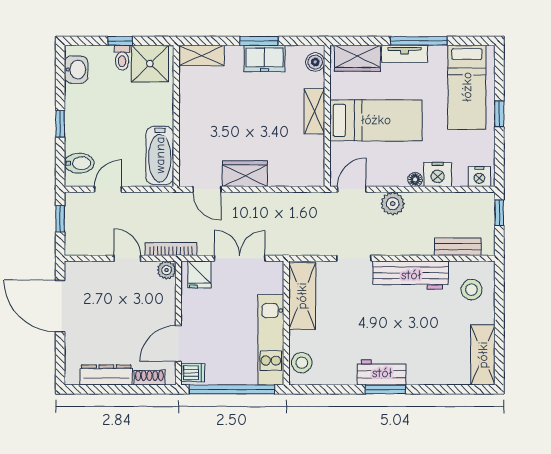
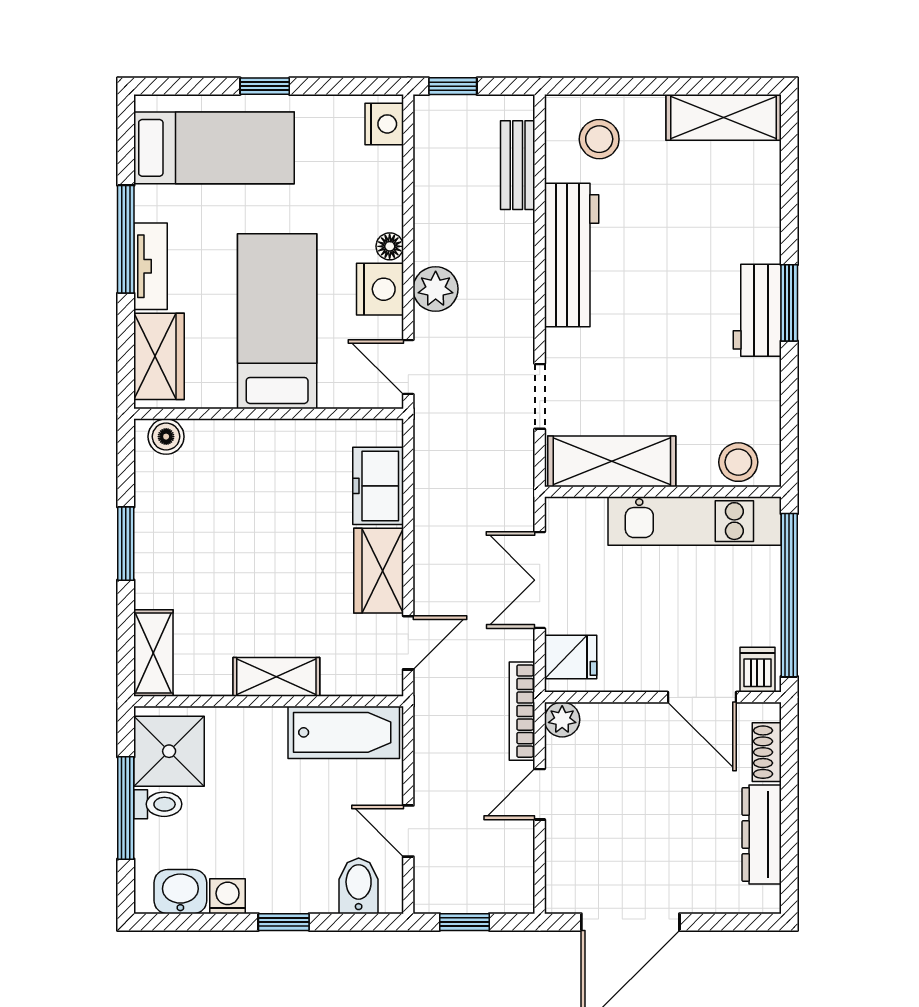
window: (120, 41) -> (126, 808), width x2.17
freezer: (264, 58) -> (378, 486), moved, turned 180
washing machine: (74, 94) -> (228, 896), added
shelving: (314, 111) -> (276, 677), moved
nightstand: (438, 174) -> (380, 289), moved
doorway: (354, 258) -> (540, 396), moved

